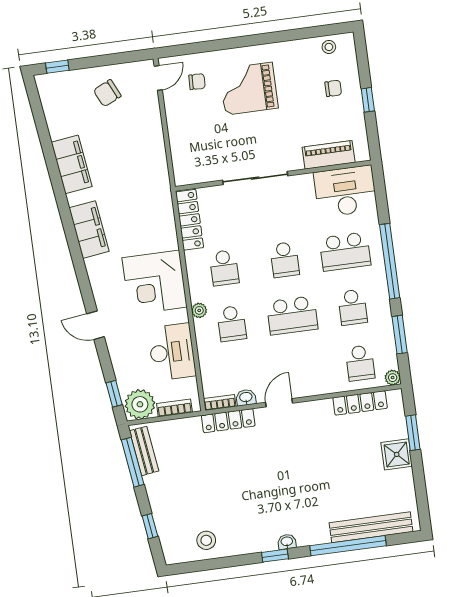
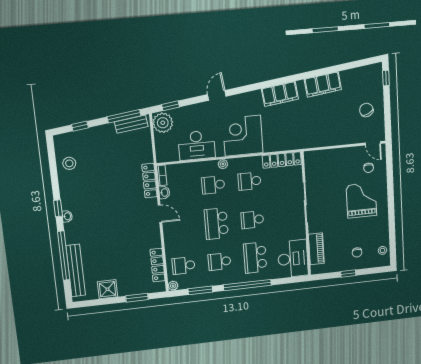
bookcase: (174, 408) -> (159, 146), removed
shower: (397, 454) -> (108, 289), moved

